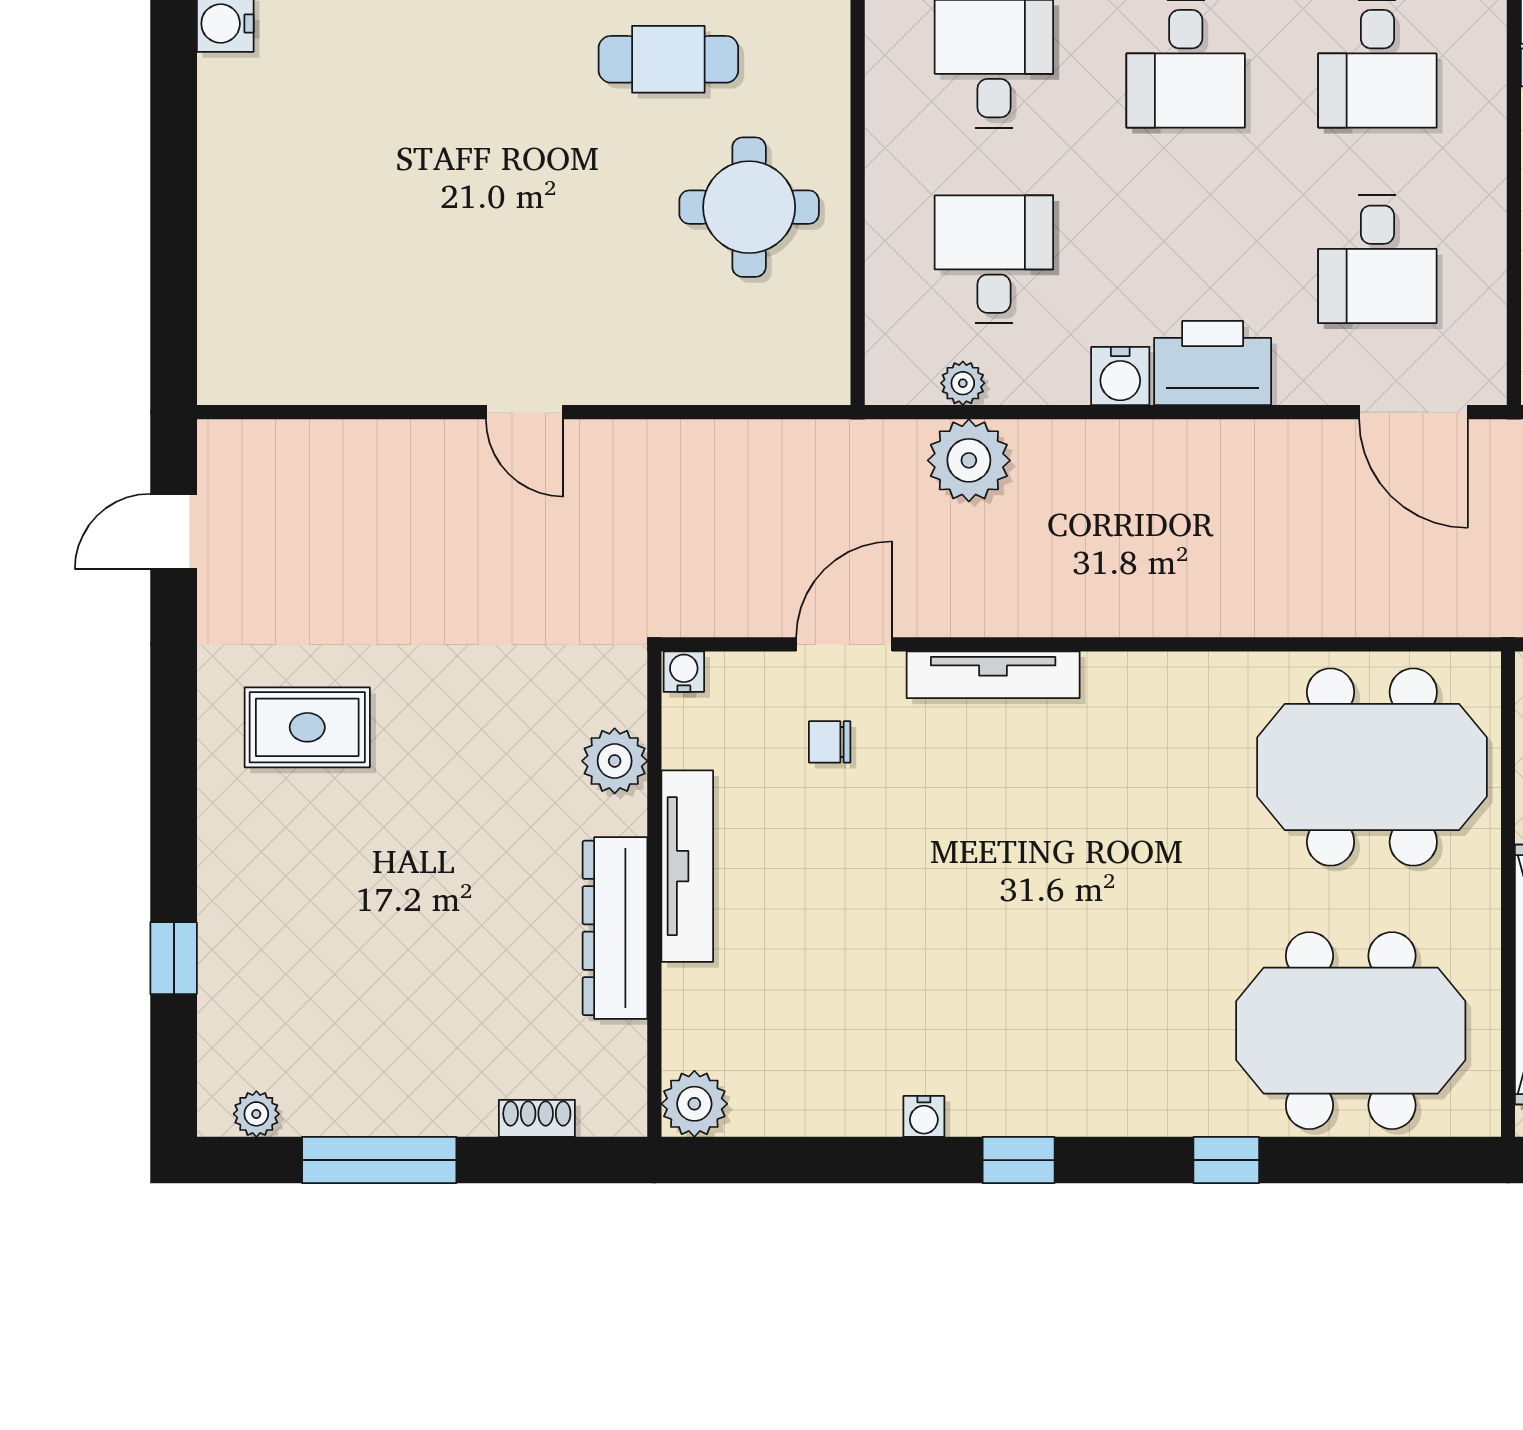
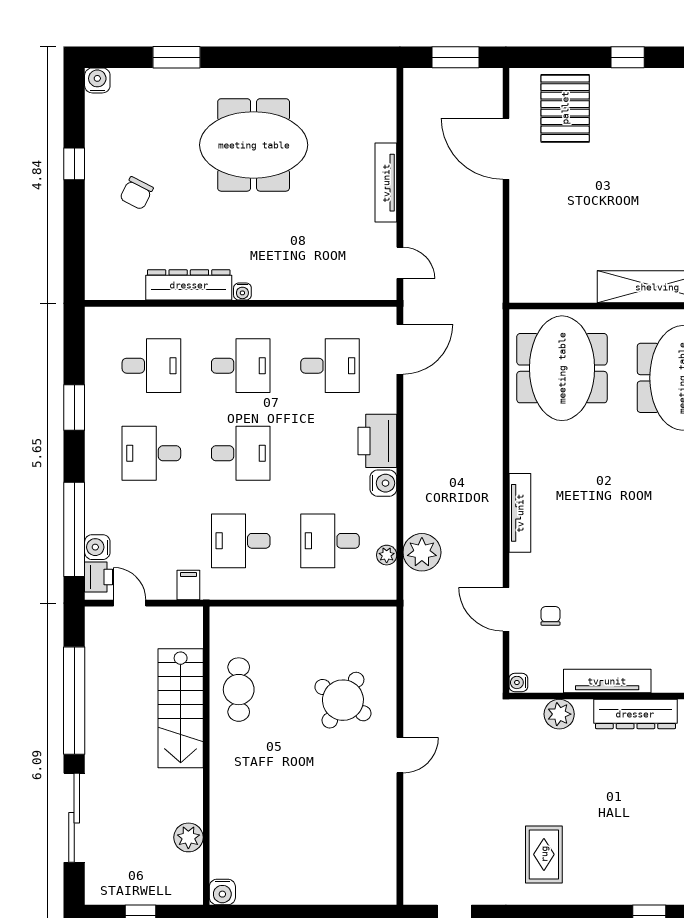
round table: (749, 207) -> (343, 700), moved, turned 33
tv unit: (993, 675) -> (520, 513), moved
chair: (830, 742) -> (550, 616), turned 180

